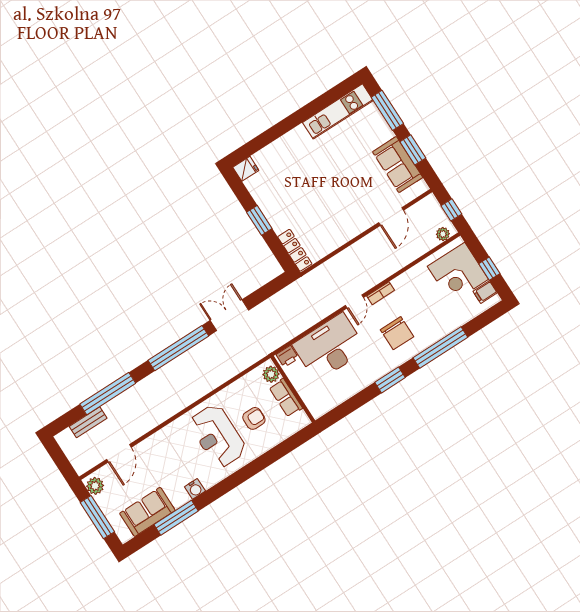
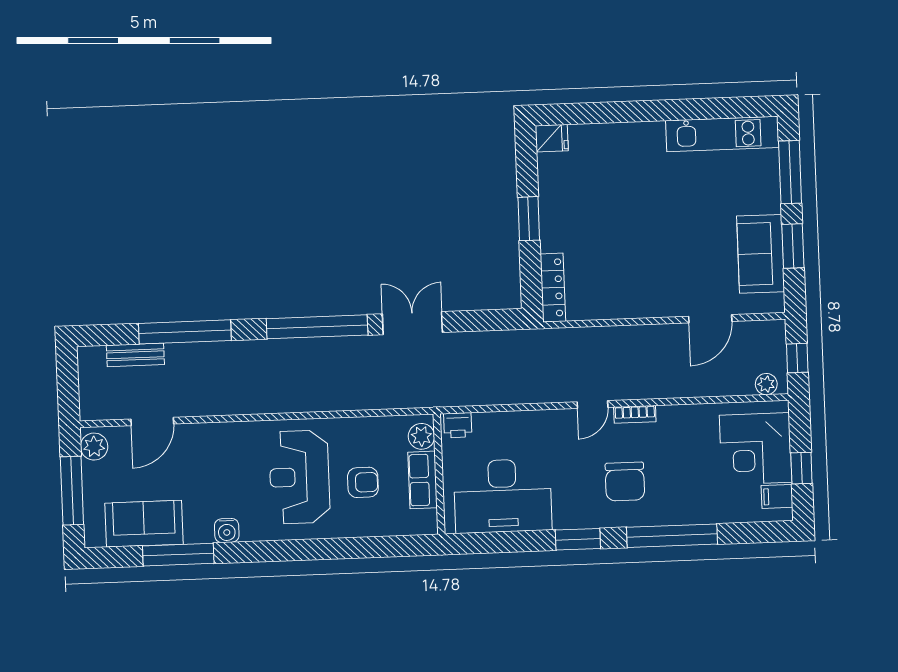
desk: (329, 347) -> (503, 496), moved, turned 180

